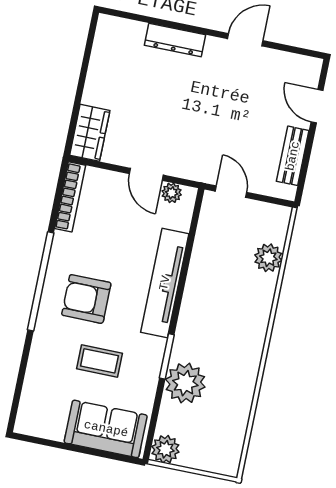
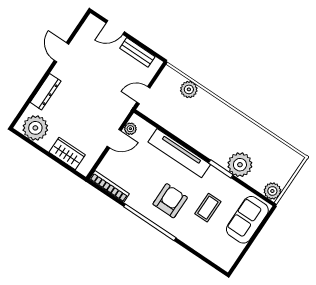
plant: (113, 47) -> (35, 128), added
wardrobe: (90, 133) -> (67, 153), moved
armchair: (86, 299) -> (170, 201), turned 180

